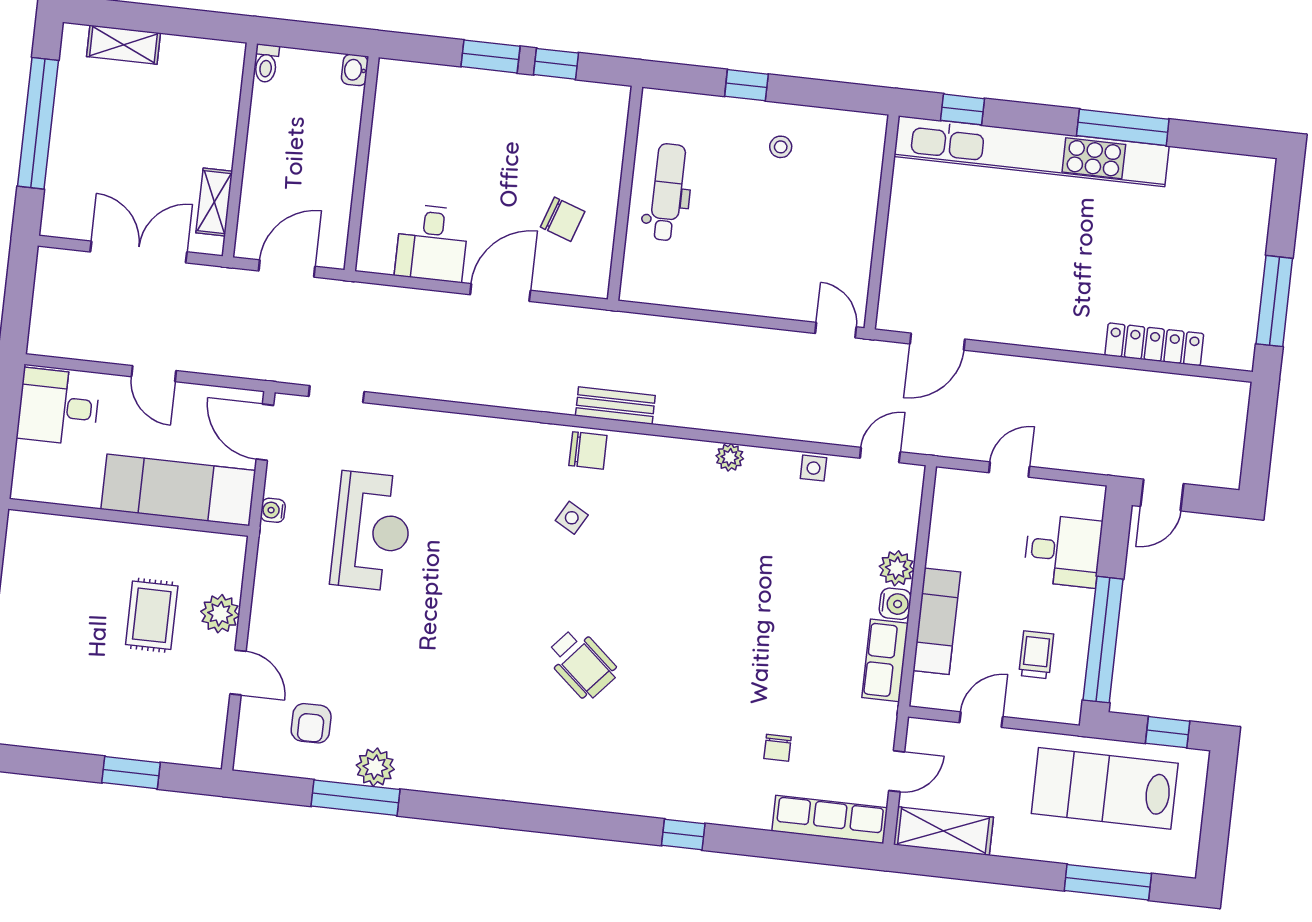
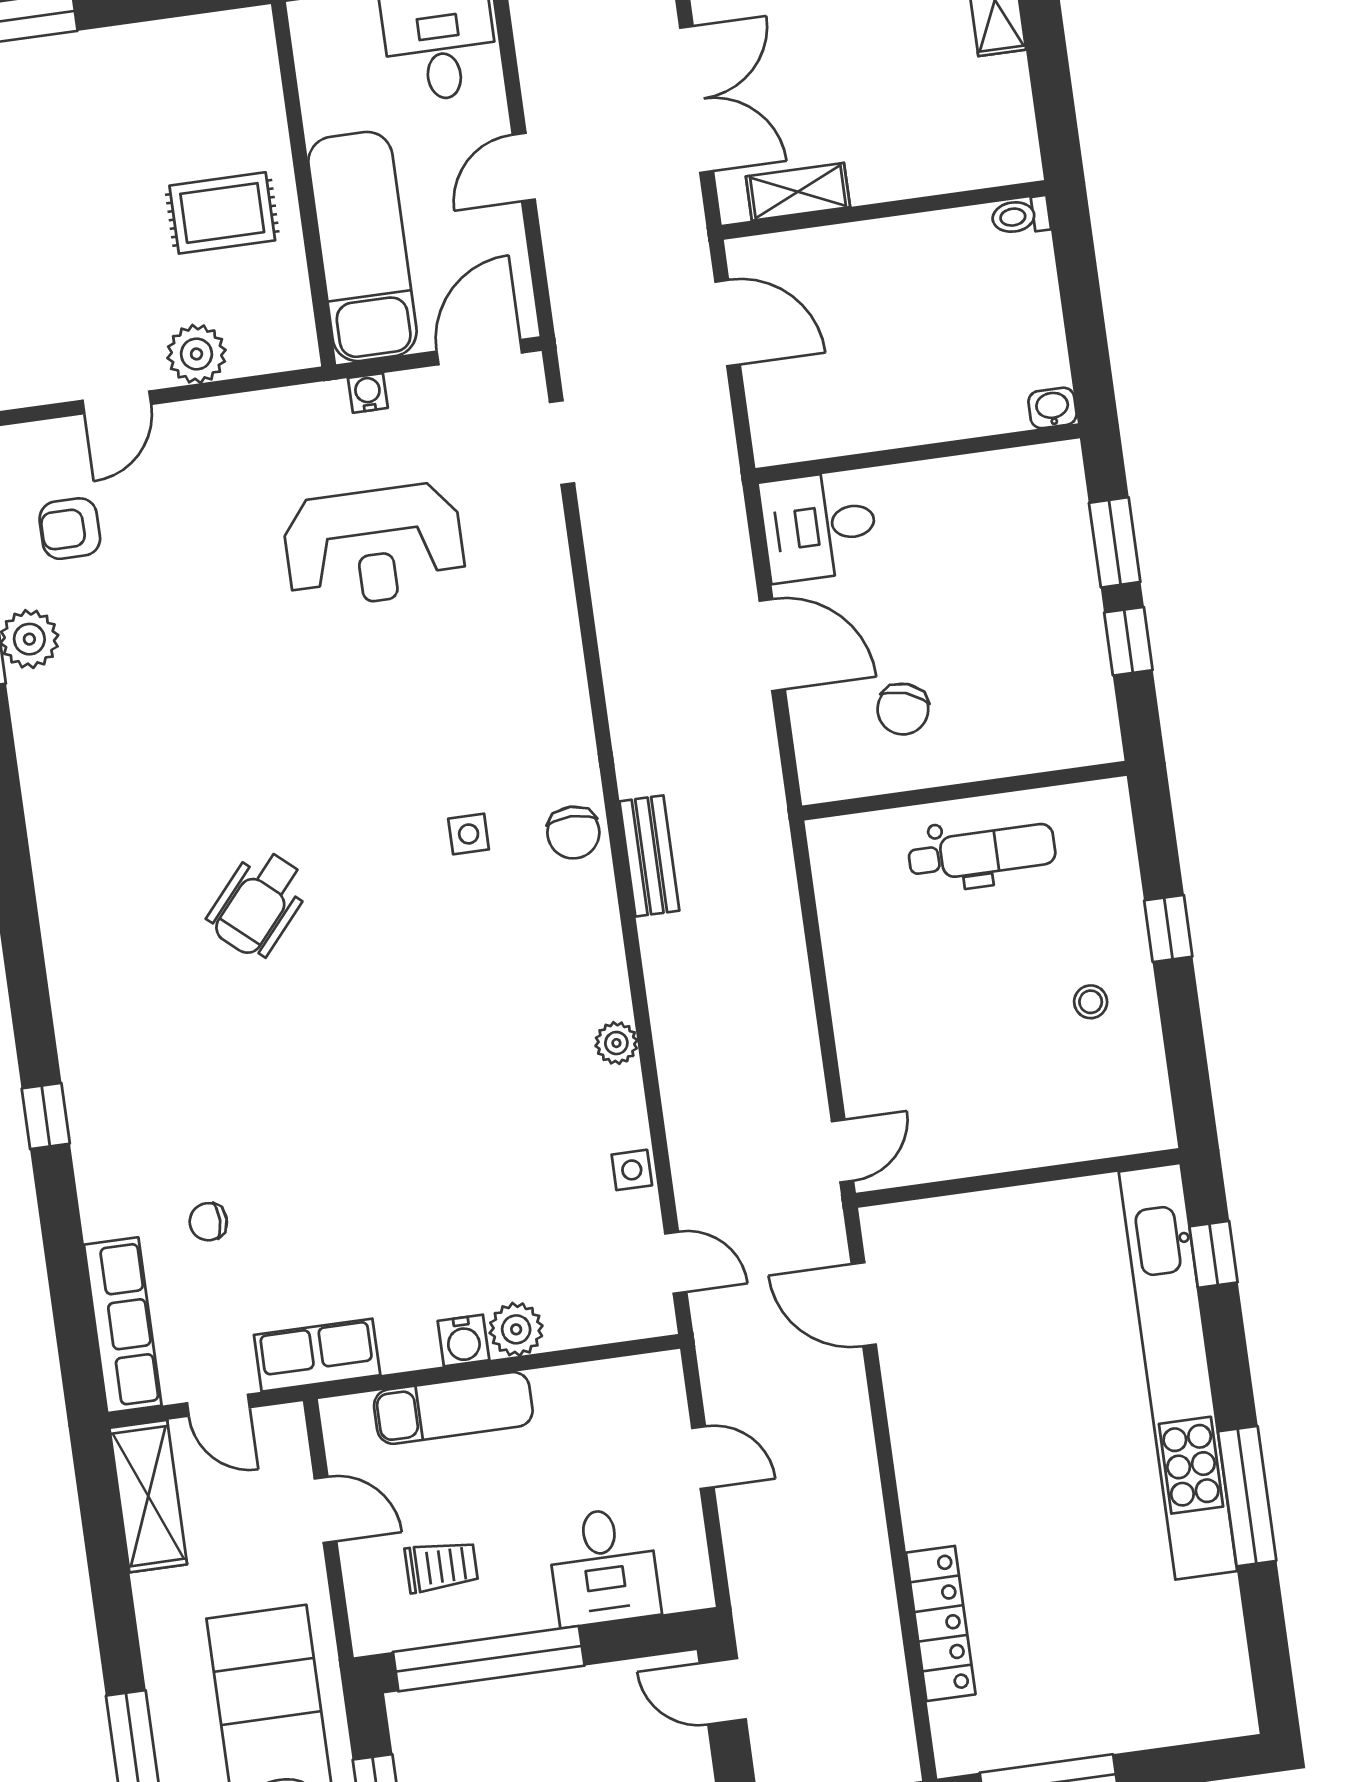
washbasin: (355, 70) -> (1052, 408), moved
wall: (362, 164) -> (918, 453), moved
side table: (572, 518) -> (469, 834), turned -30
rug: (152, 615) -> (222, 213), moved
row of seats: (885, 660) -> (317, 1355), moved

